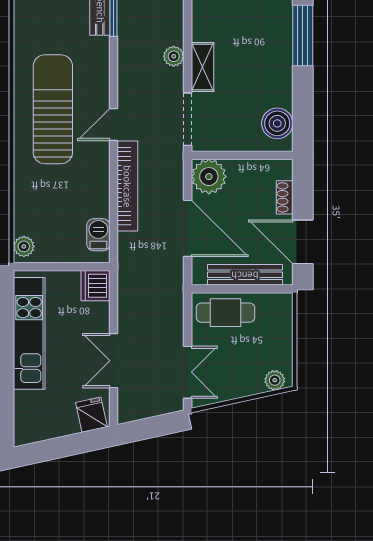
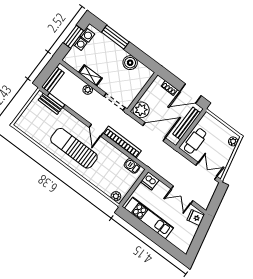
shelving: (202, 67) -> (90, 75), moved
boiler: (277, 123) -> (130, 63), moved

